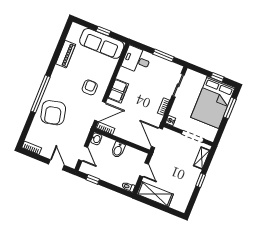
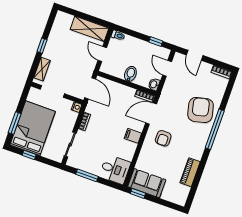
window: (103, 31) -> (138, 193), moved
sofa: (102, 43) -> (147, 183), width x0.73
filing cabinet: (118, 91) -> (133, 136), width x0.50

